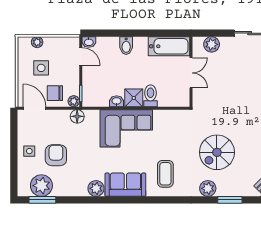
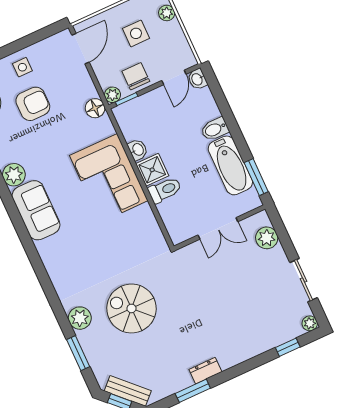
window: (169, 33) -> (256, 177), added
bathtub: (169, 46) -> (230, 165), moved
chair: (55, 93) -> (136, 76), moved
coffee table: (165, 174) -> (74, 255), removed

